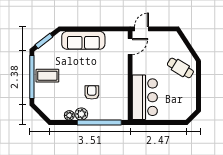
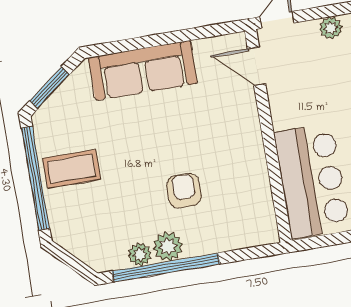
plant: (163, 36) -> (331, 28), added
door: (130, 46) -> (257, 66), swing flipped
window: (99, 122) -> (166, 268), moved

